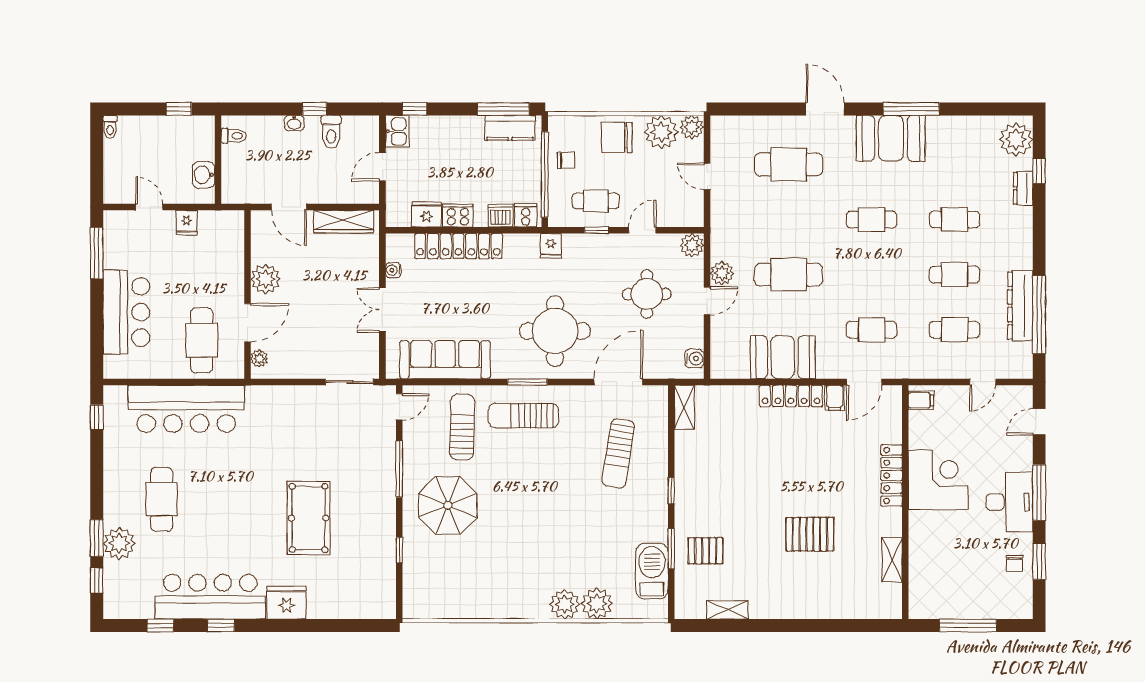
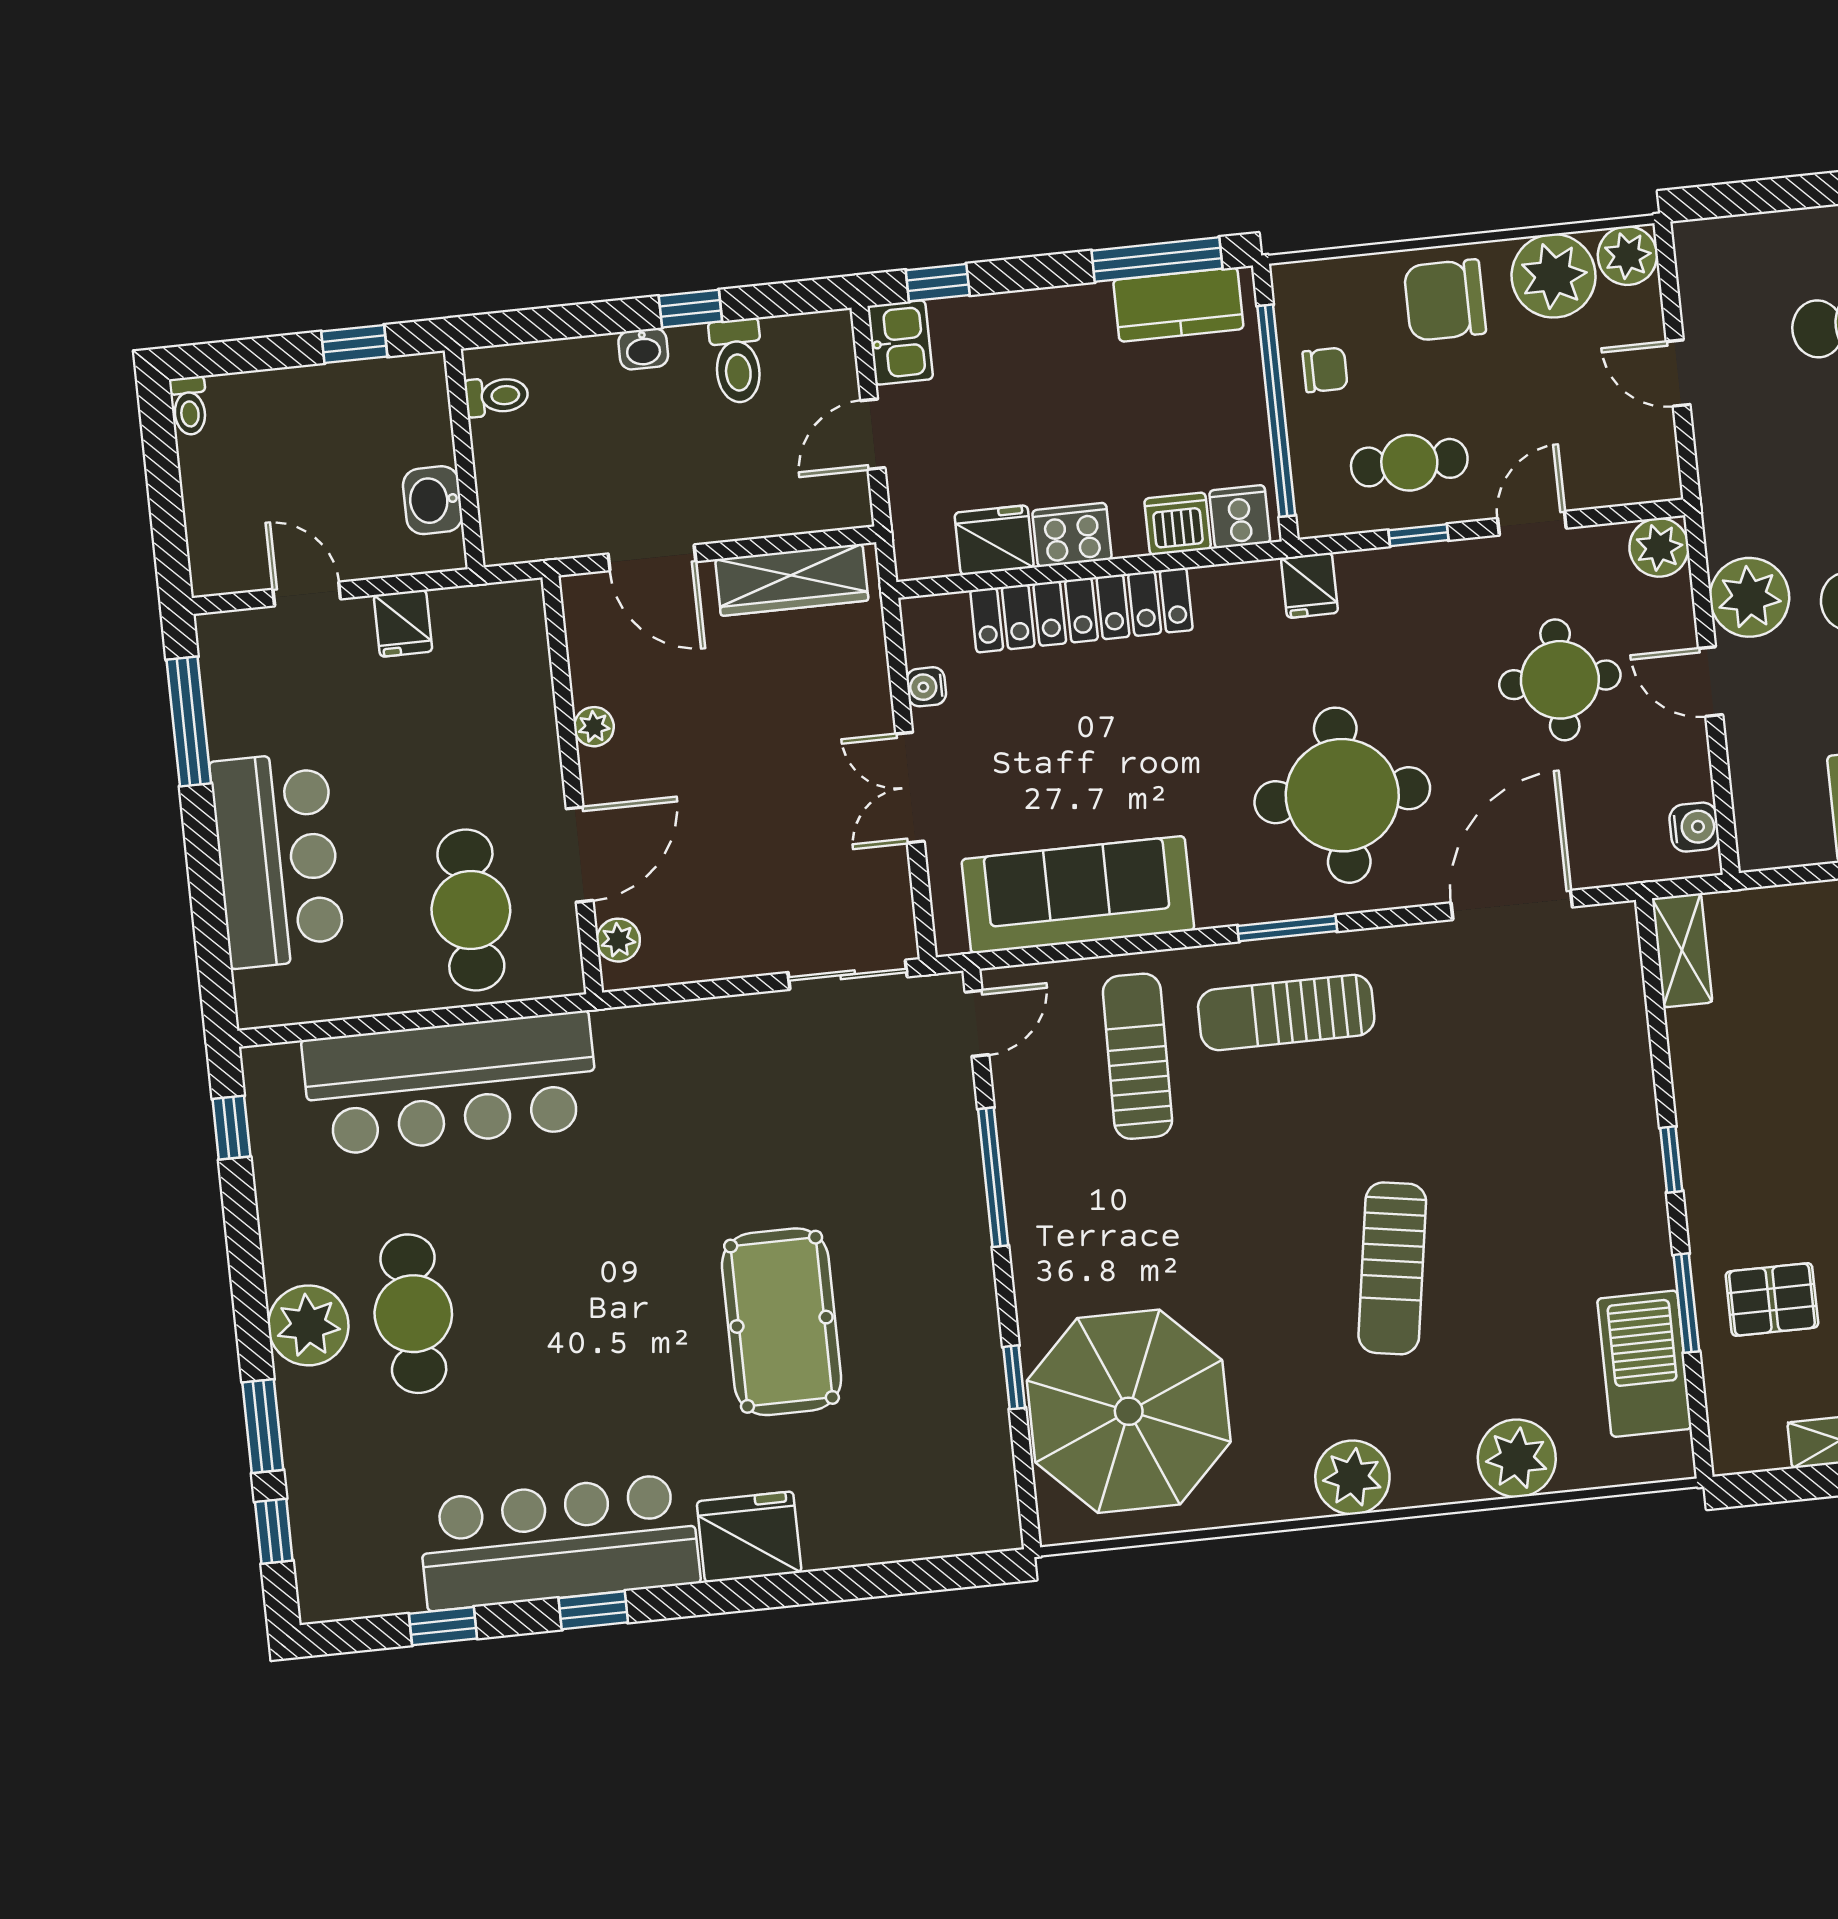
plant: (722, 273) -> (1749, 597), width x1.36, depth x1.36
plant: (265, 279) -> (594, 727), width x0.53, depth x0.53
door: (707, 301) -> (1711, 682), swing flipped
sun lounger: (618, 453) -> (1392, 1268), moved
parasol: (448, 505) -> (1129, 1411), moved, width x1.36, depth x1.36
plant: (119, 543) -> (308, 1325), moved
plant: (565, 604) -> (1352, 1477), moved

